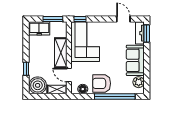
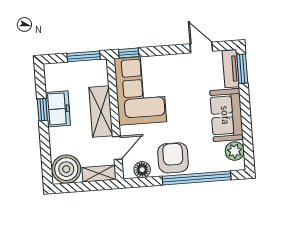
freezer: (39, 28) -> (58, 109), moved, turned -90
window: (26, 69) -> (42, 110), moved
door: (69, 75) -> (117, 148), swing flipped
armchair: (102, 83) -> (173, 158), turned 90

